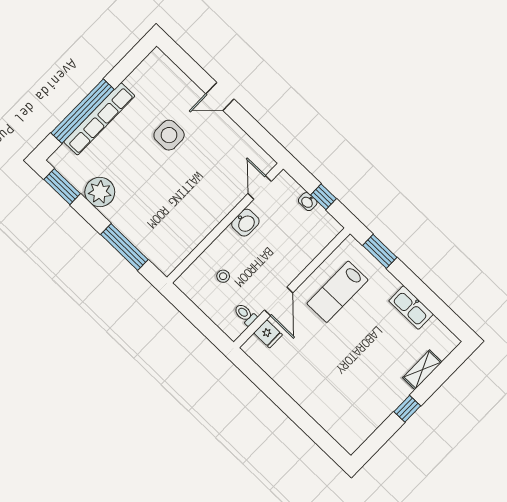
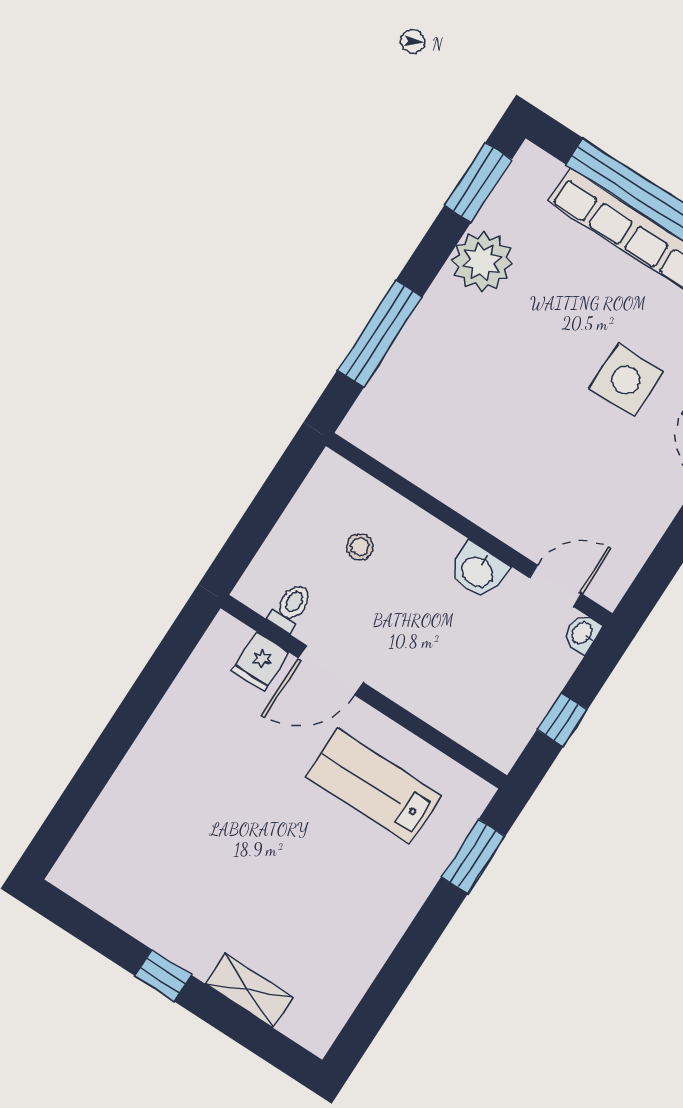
washbasin: (308, 202) -> (582, 634), moved
kitchen sink: (411, 308) -> (371, 943), removed

